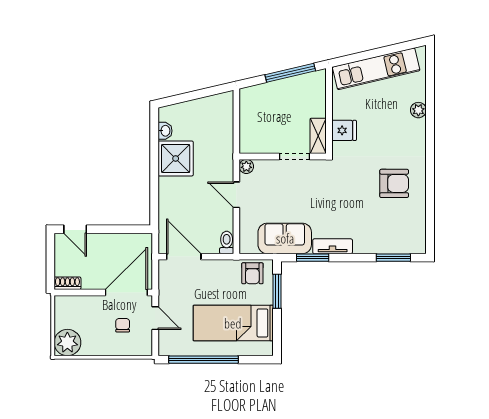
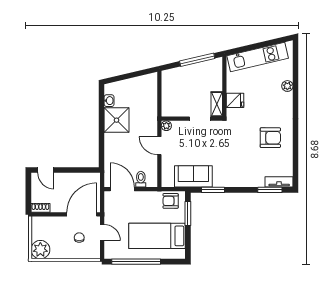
toilet: (227, 242) -> (141, 179), moved
tv unit: (333, 246) -> (279, 182), moved
armchair: (252, 273) -> (171, 201), turned 90

